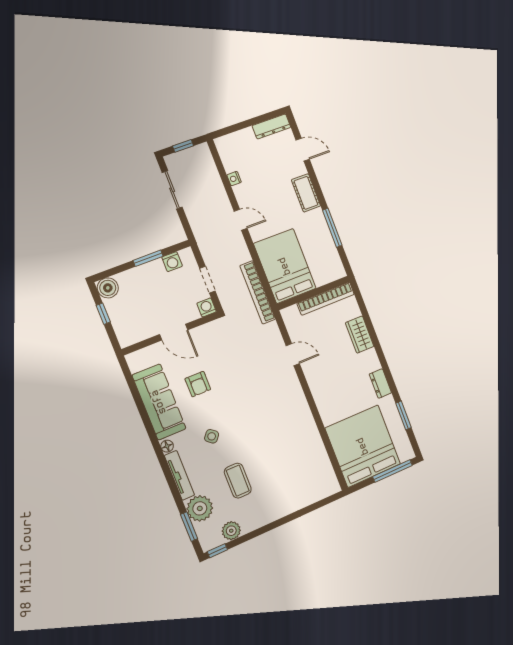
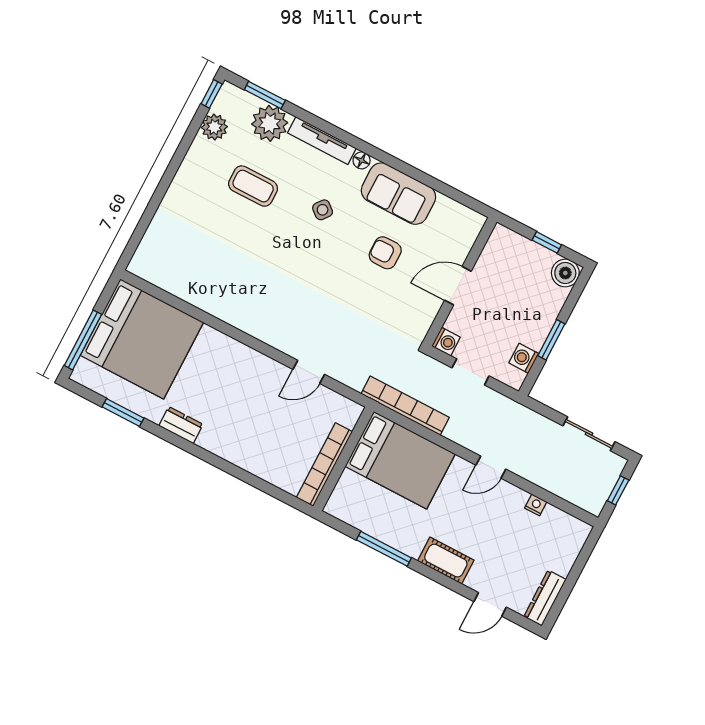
wardrobe: (360, 335) -> (252, 459), removed
sofa: (159, 402) -> (398, 194), width x0.73

